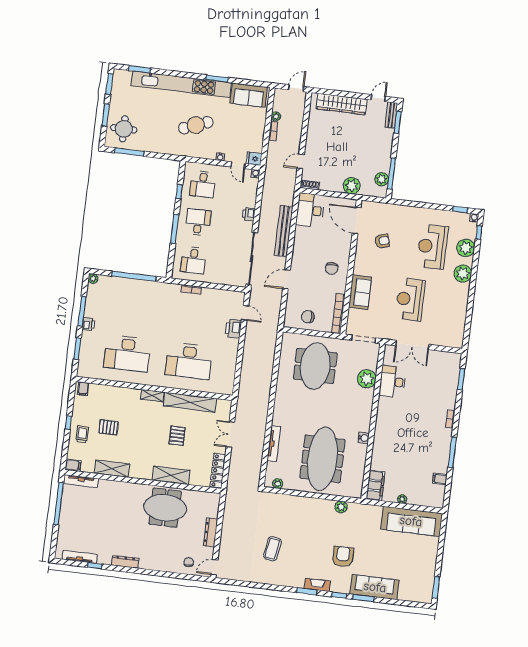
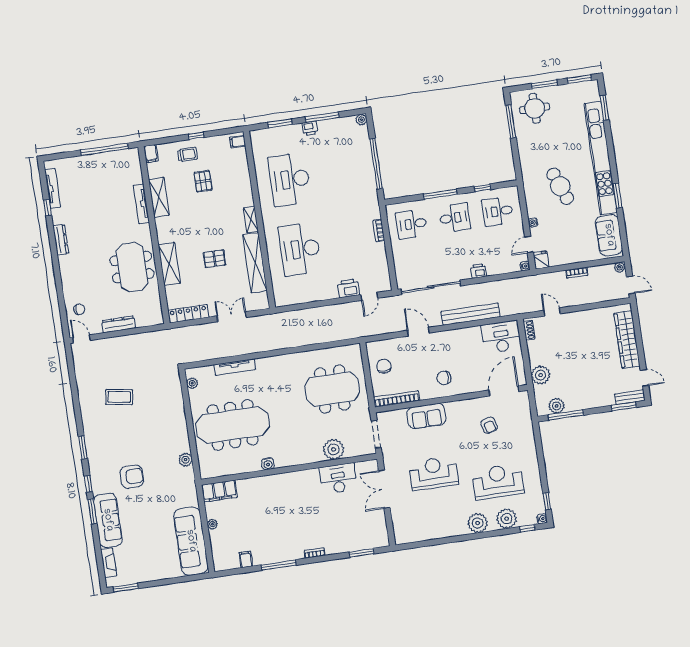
plant: (276, 116) -> (620, 267), moved
tv unit: (81, 481) -> (141, 204), moved
fireplace: (317, 585) -> (109, 563), moved

